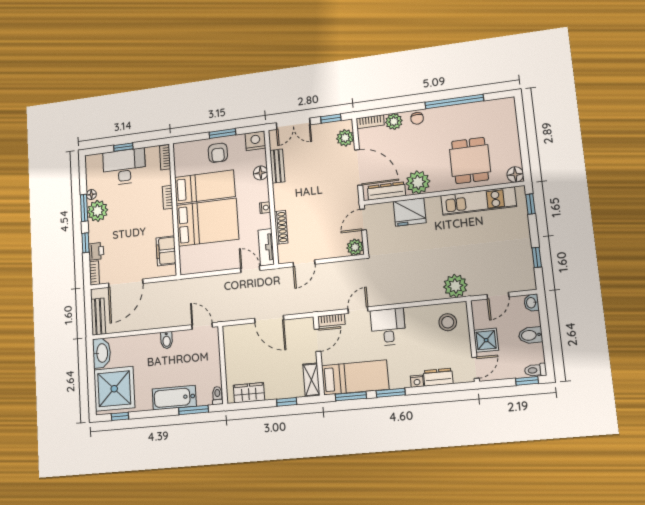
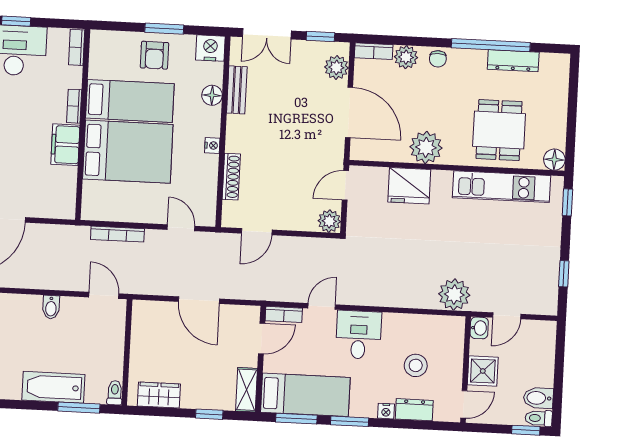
dresser: (386, 191) -> (513, 61), moved, turned 180
tv unit: (266, 247) -> (207, 201), removed
filing cabinet: (166, 251) -> (65, 145), moved
bookcase: (207, 281) -> (117, 234), added
washbasin: (531, 303) -> (479, 328), moved, turned 180
stool: (448, 322) -> (416, 365), moved
bidet: (530, 335) -> (538, 398), moved

